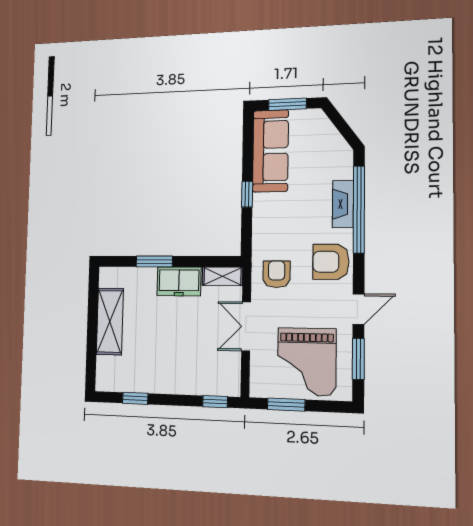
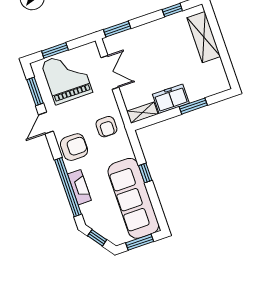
window: (343, 127) -> (97, 238), added
sofa: (270, 151) -> (133, 198), width x1.36, depth x1.27
shelving: (110, 321) -> (204, 37), moved
double door: (246, 326) -> (110, 72), moved
window: (215, 402) -> (117, 29), width x1.50
window: (286, 405) -> (55, 50), moved

